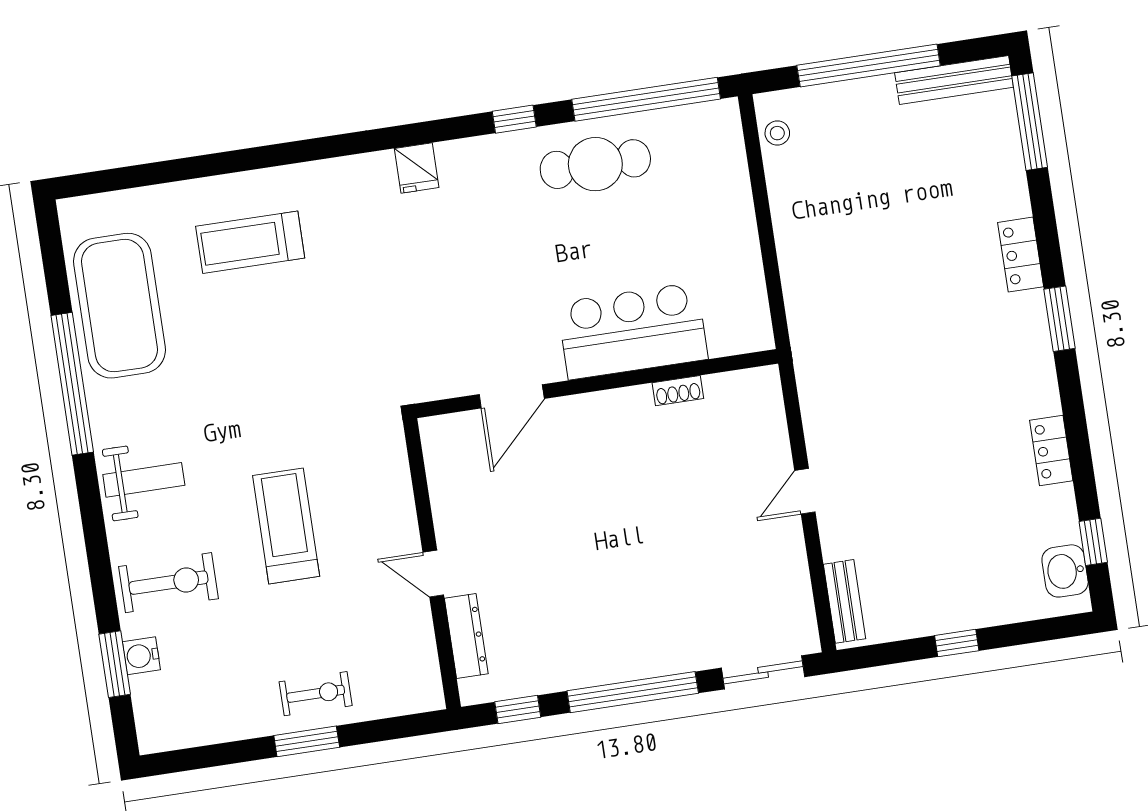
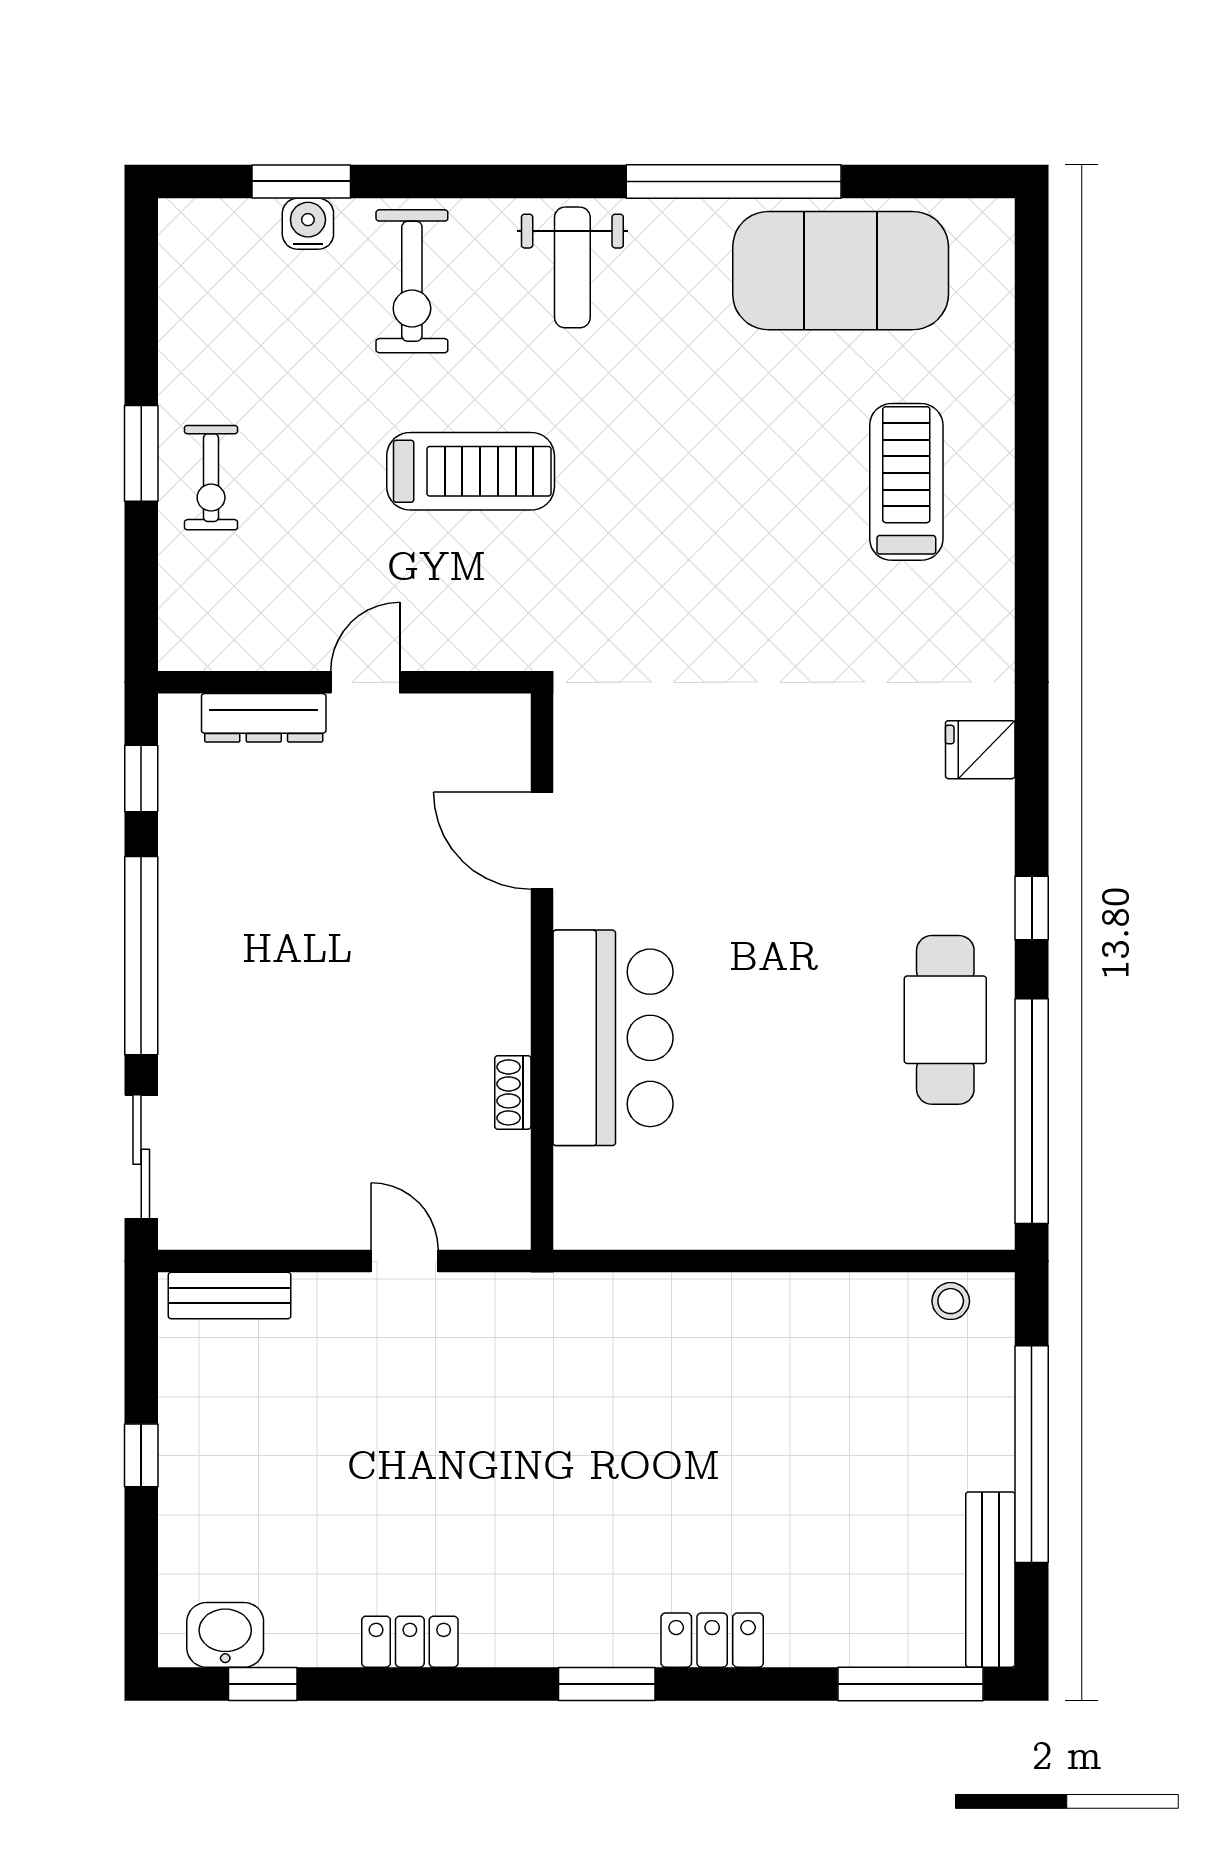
bar counter: (633, 331) -> (613, 1038), moved
wall: (597, 384) -> (542, 972), moved
shoe rack: (678, 391) -> (513, 1092), moved
door: (512, 396) -> (542, 841), moved

